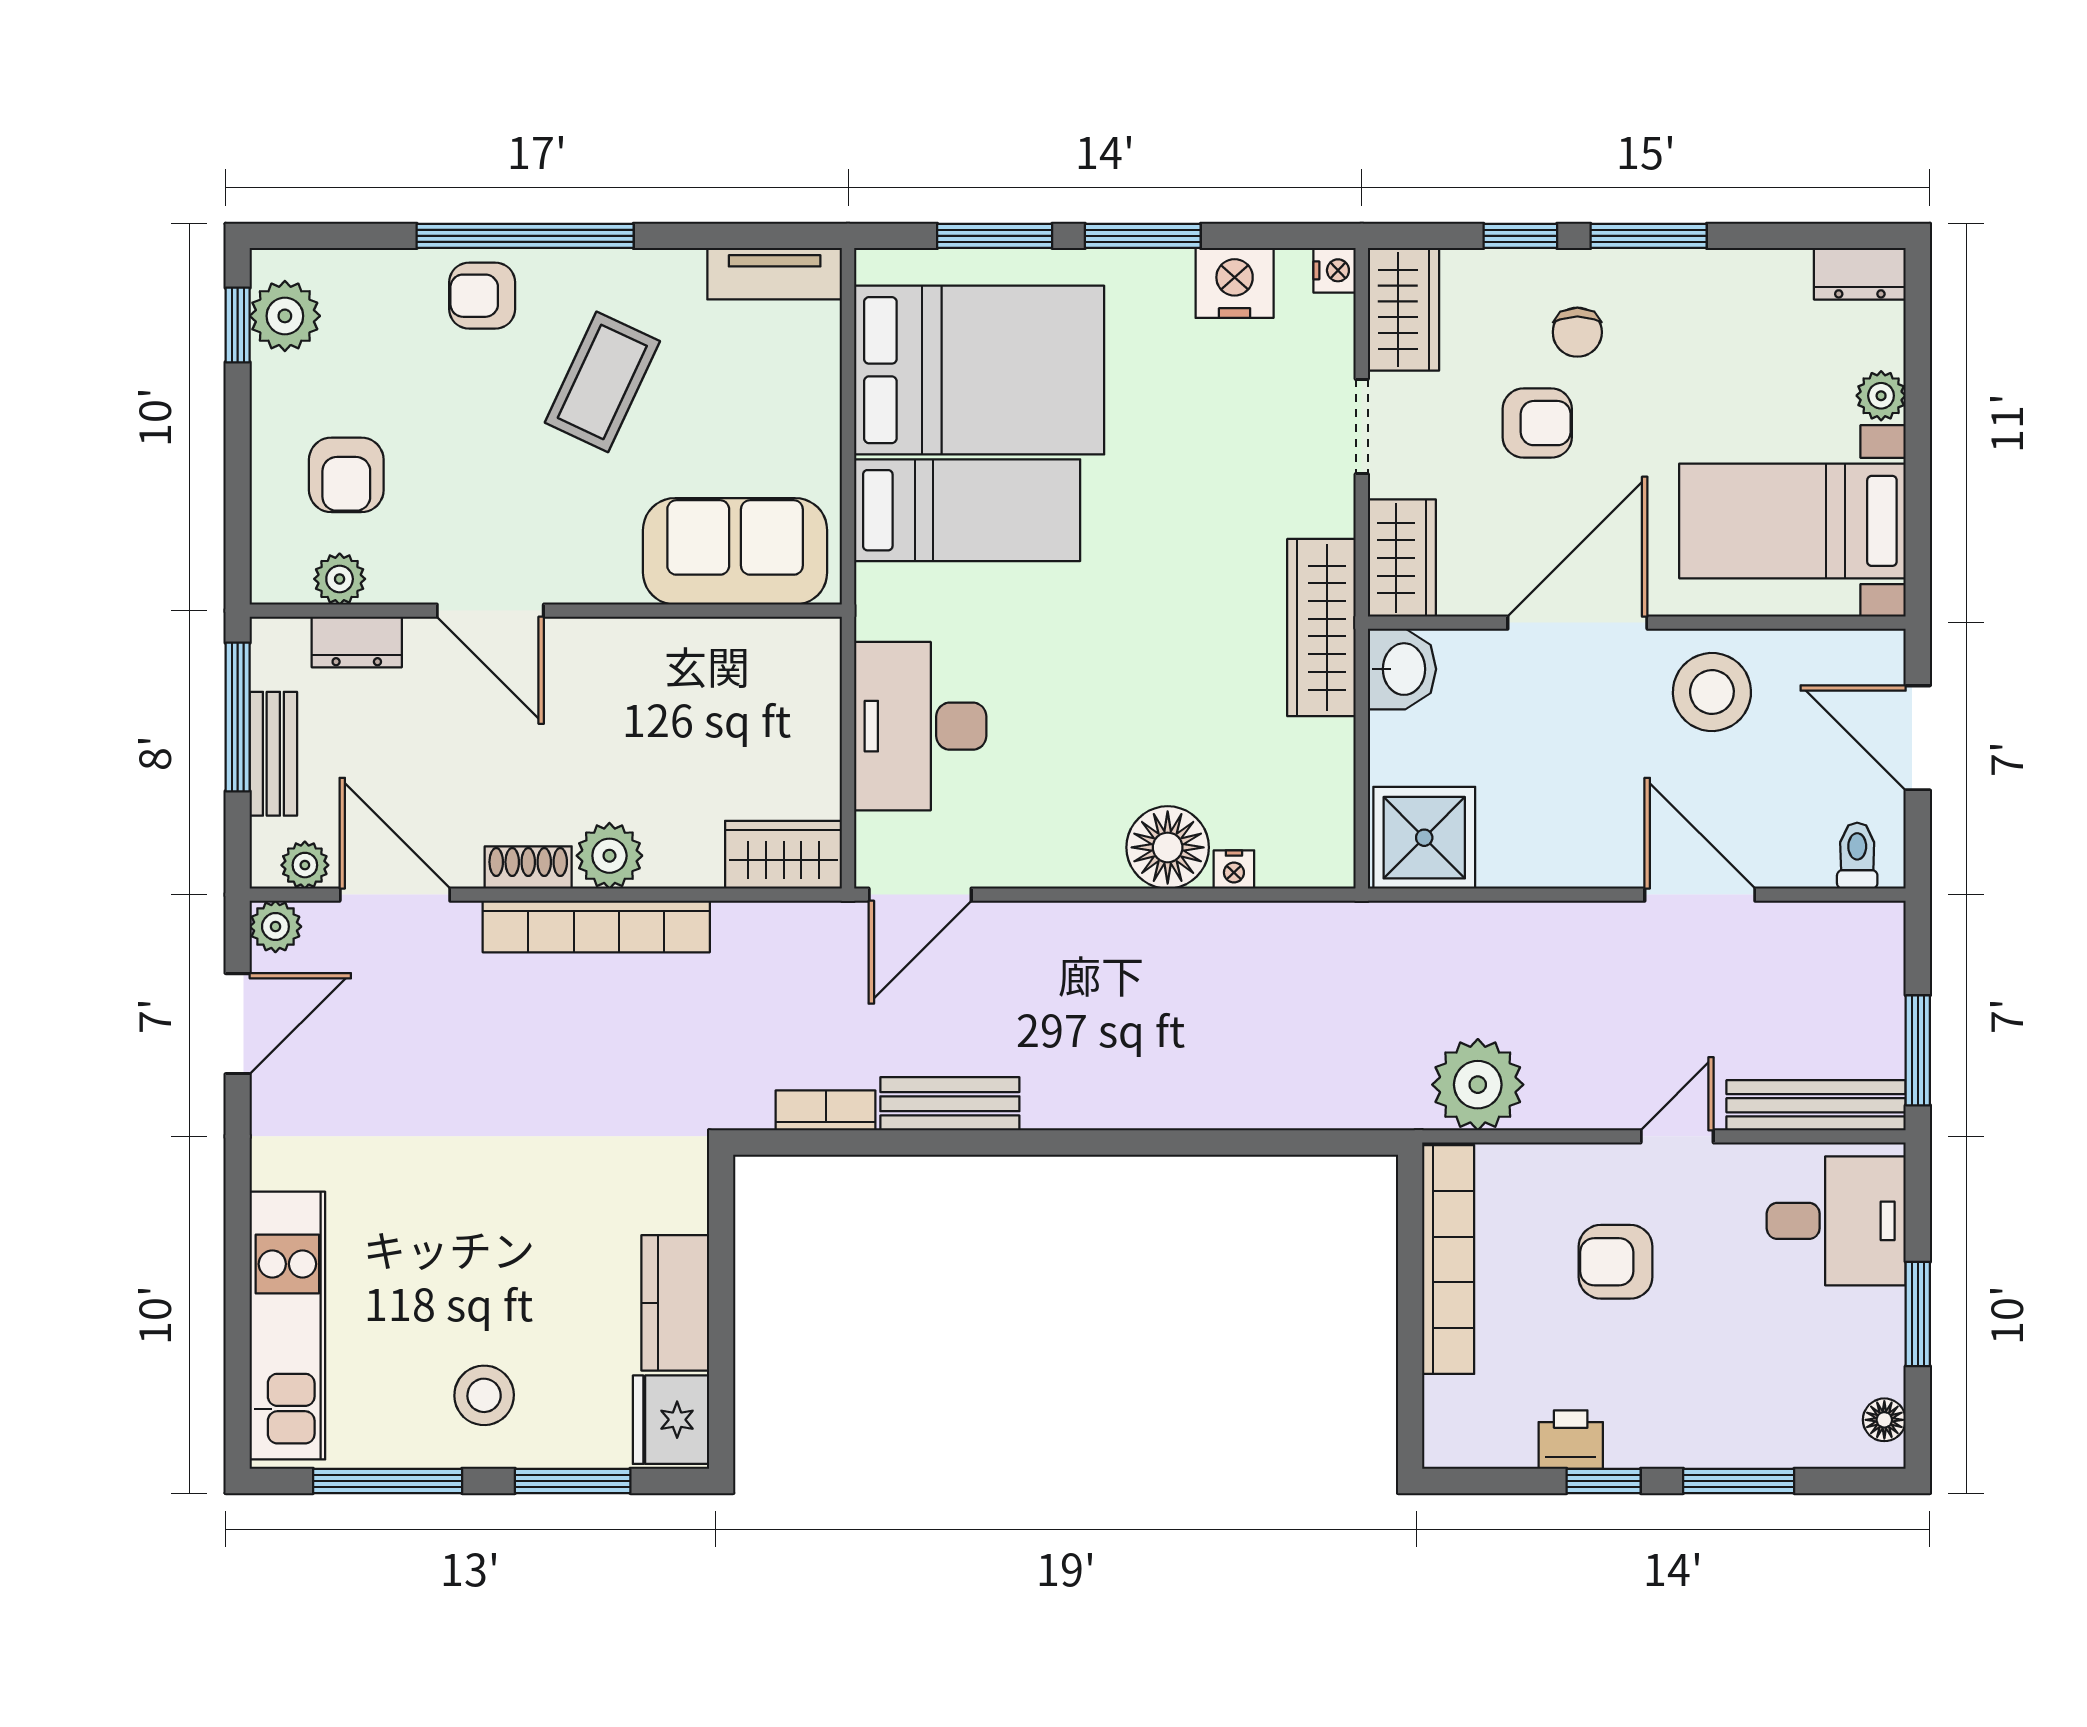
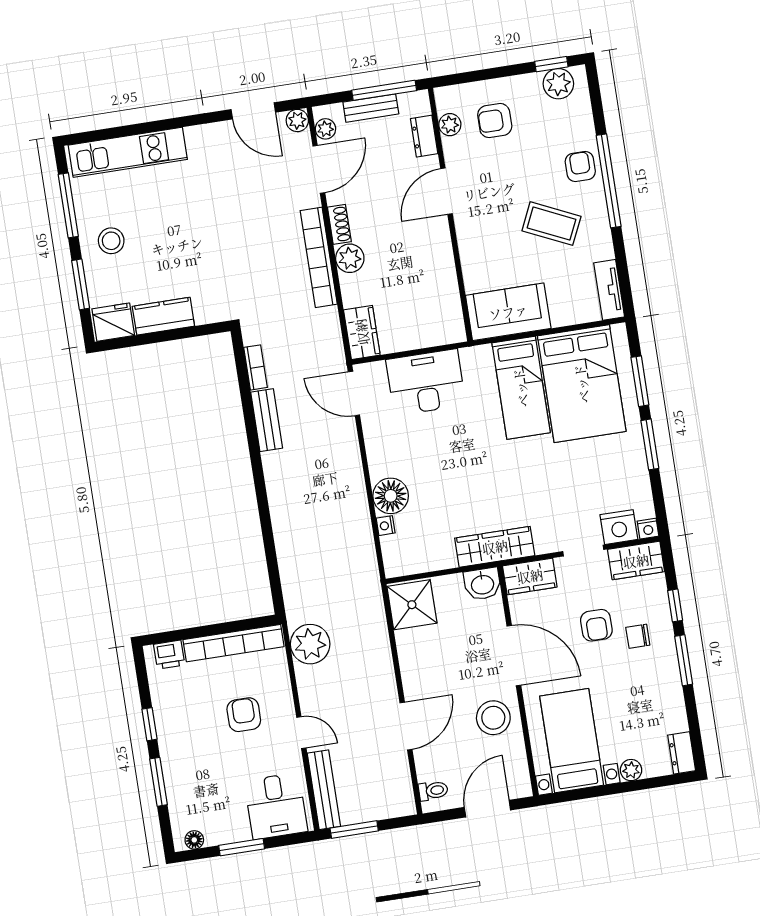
nightstand: (1235, 283) -> (619, 527), moved, turned 90
sofa: (735, 551) -> (508, 312), moved, turned -90
printer: (1571, 1440) -> (169, 655), moved, turned 90

